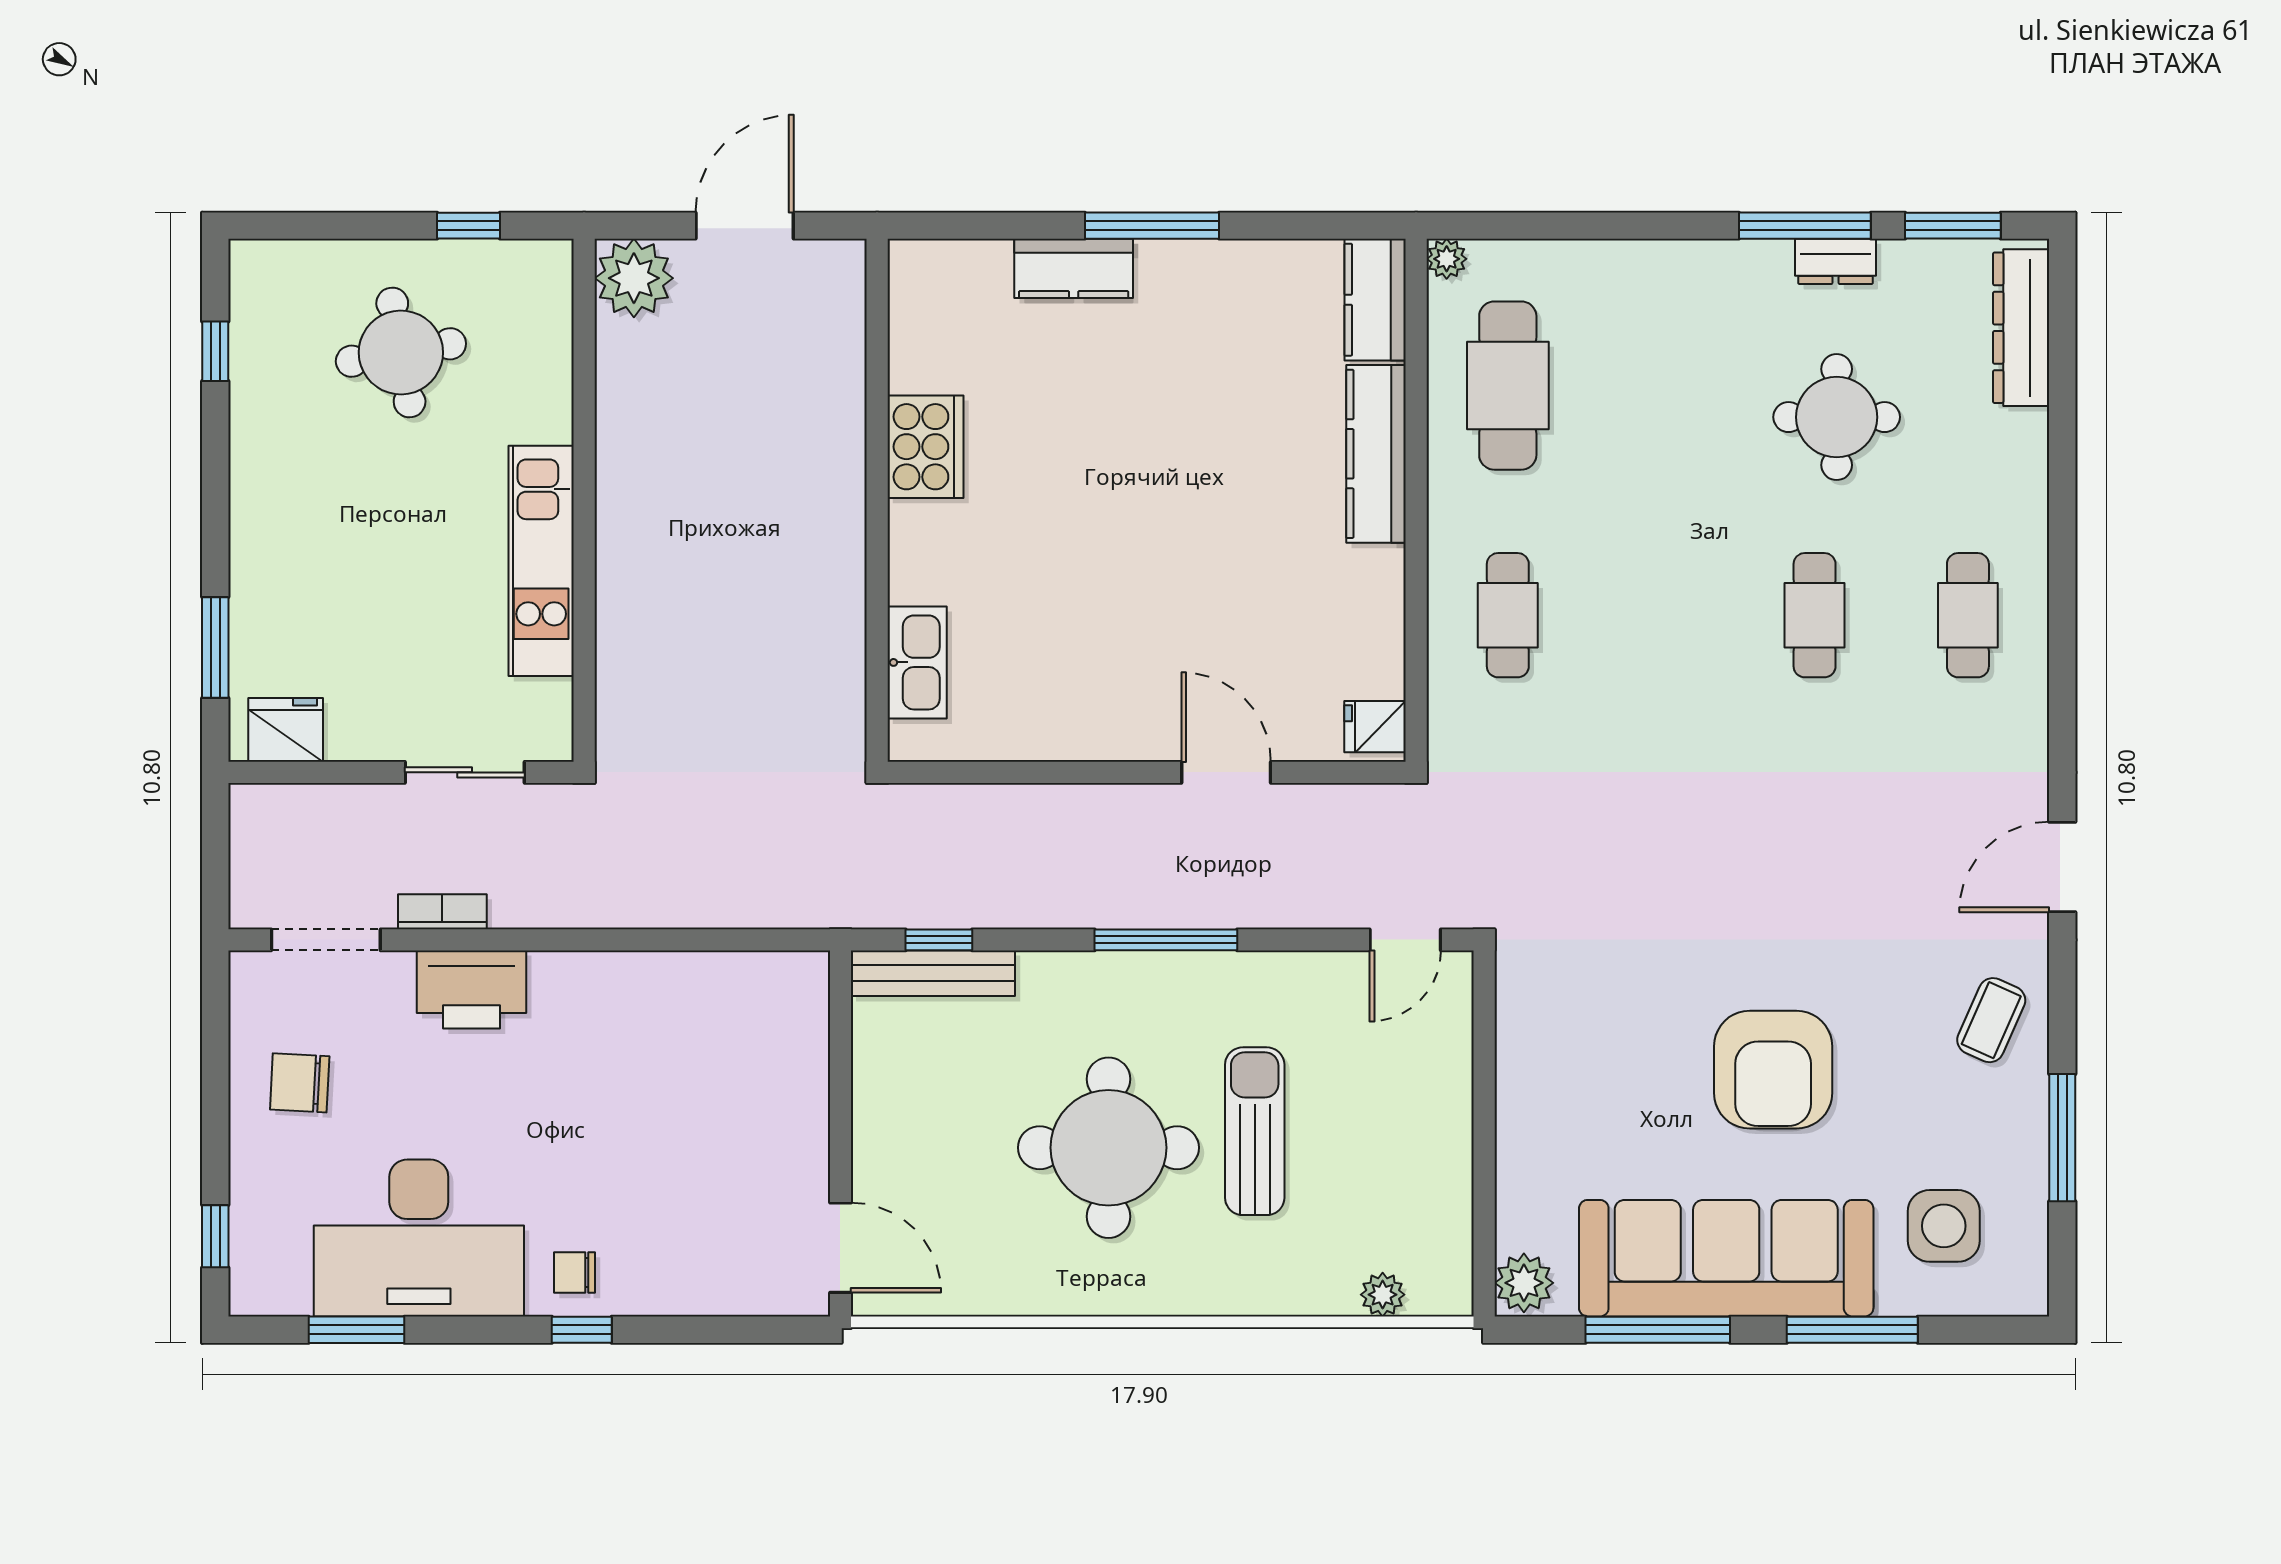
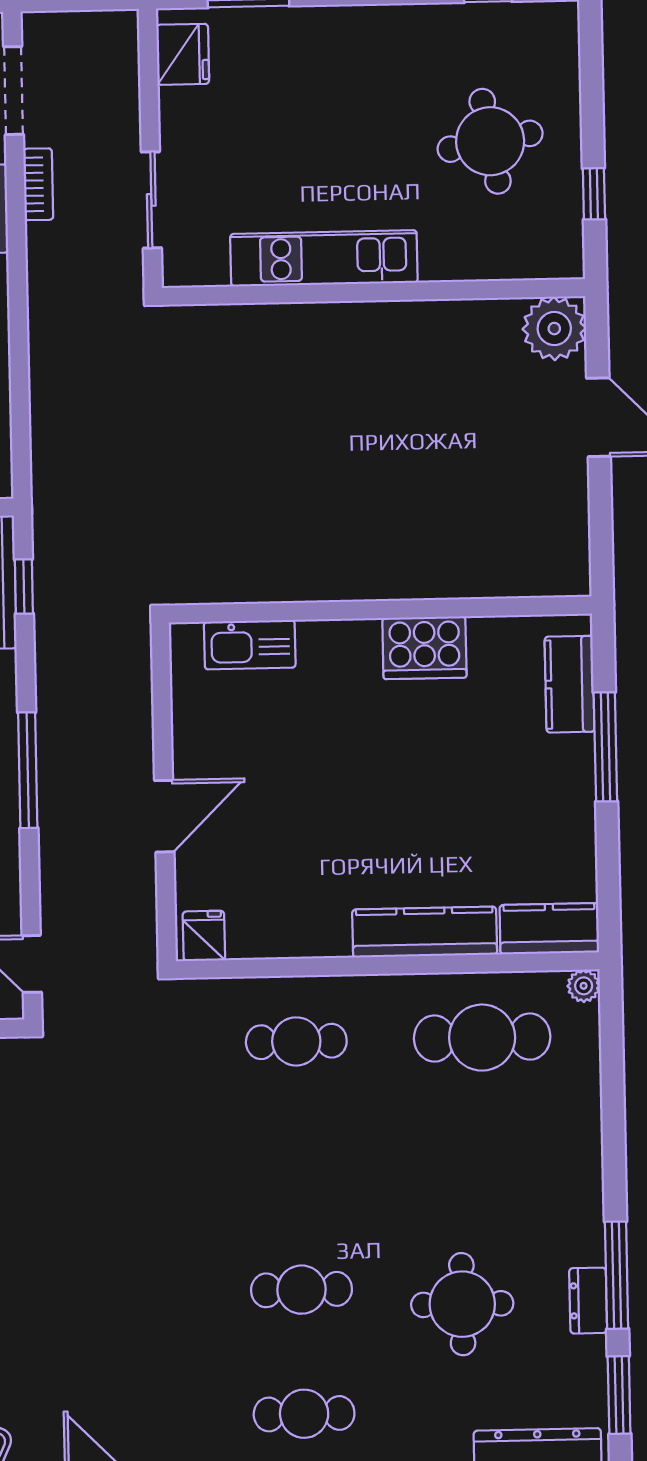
cooker: (925, 447) -> (424, 648), moved
wall: (877, 500) -> (380, 610), moved
kitchen sink: (917, 662) -> (250, 645), moved

